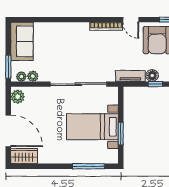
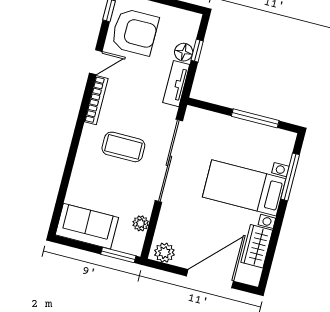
coffee table: (80, 52) -> (123, 147), added
plant: (21, 77) -> (137, 240), removed
bed with nightstands: (92, 127) -> (244, 188), moved, turned 90
window: (121, 134) -> (255, 118), width x1.44
wardrobe: (24, 156) -> (257, 246), moved

